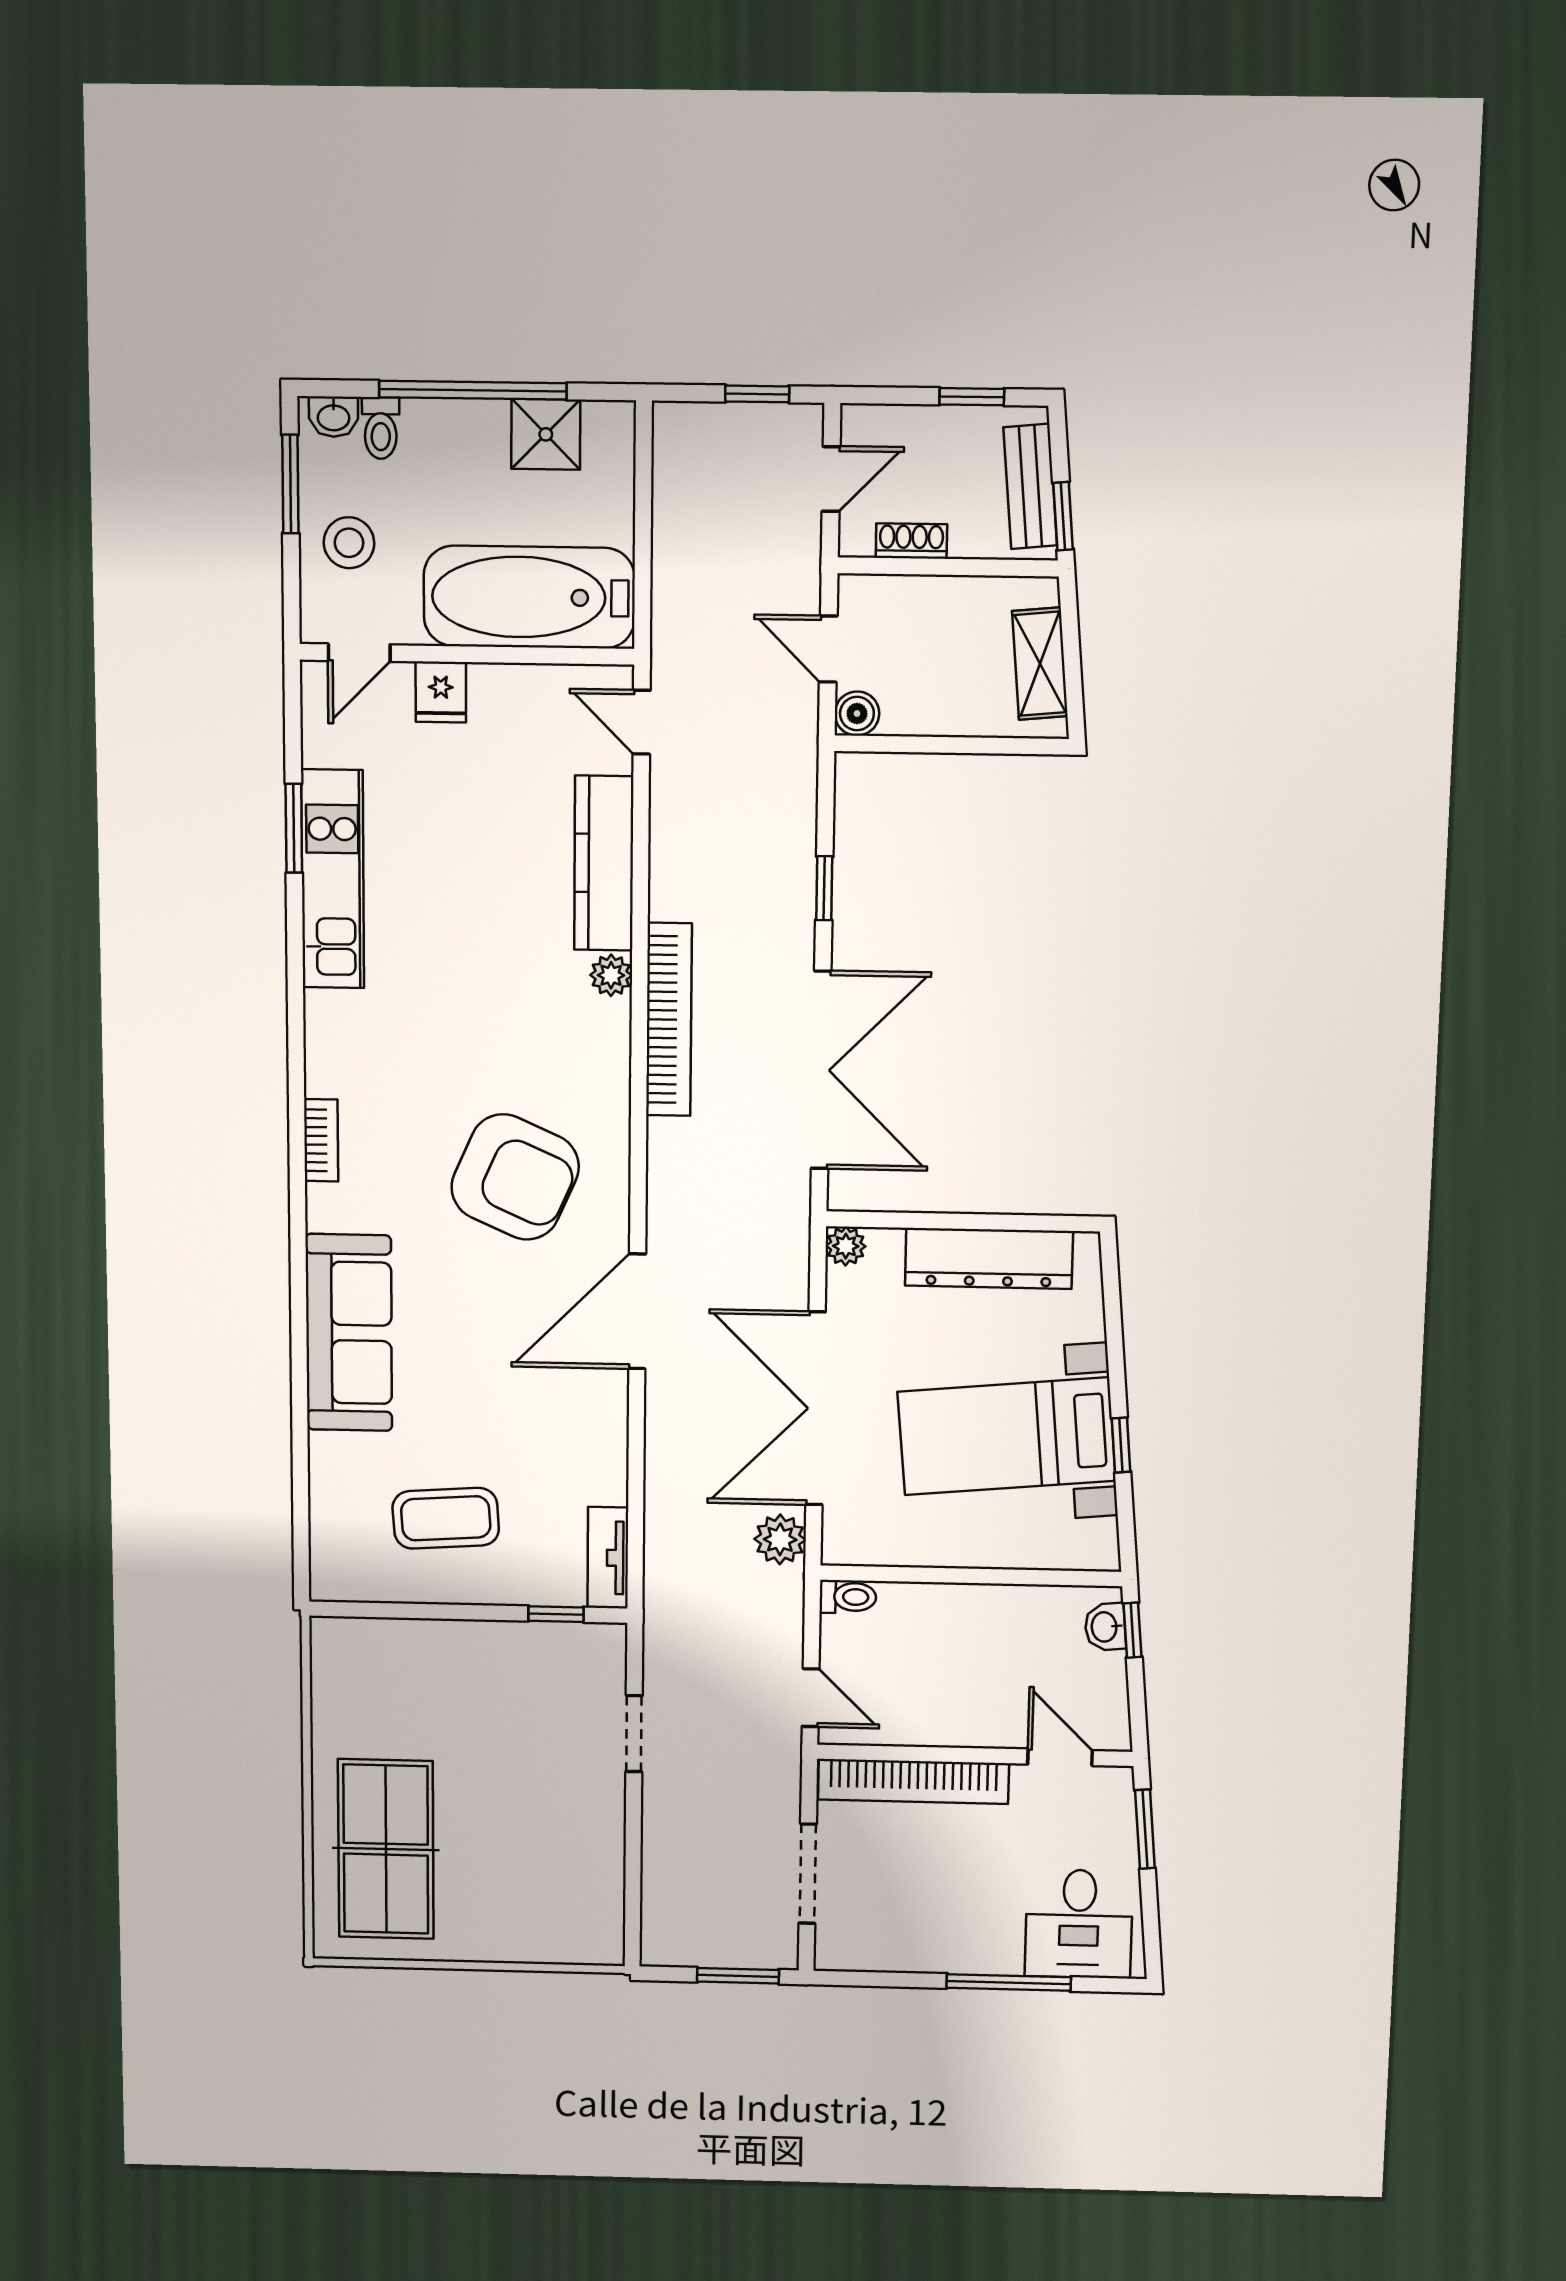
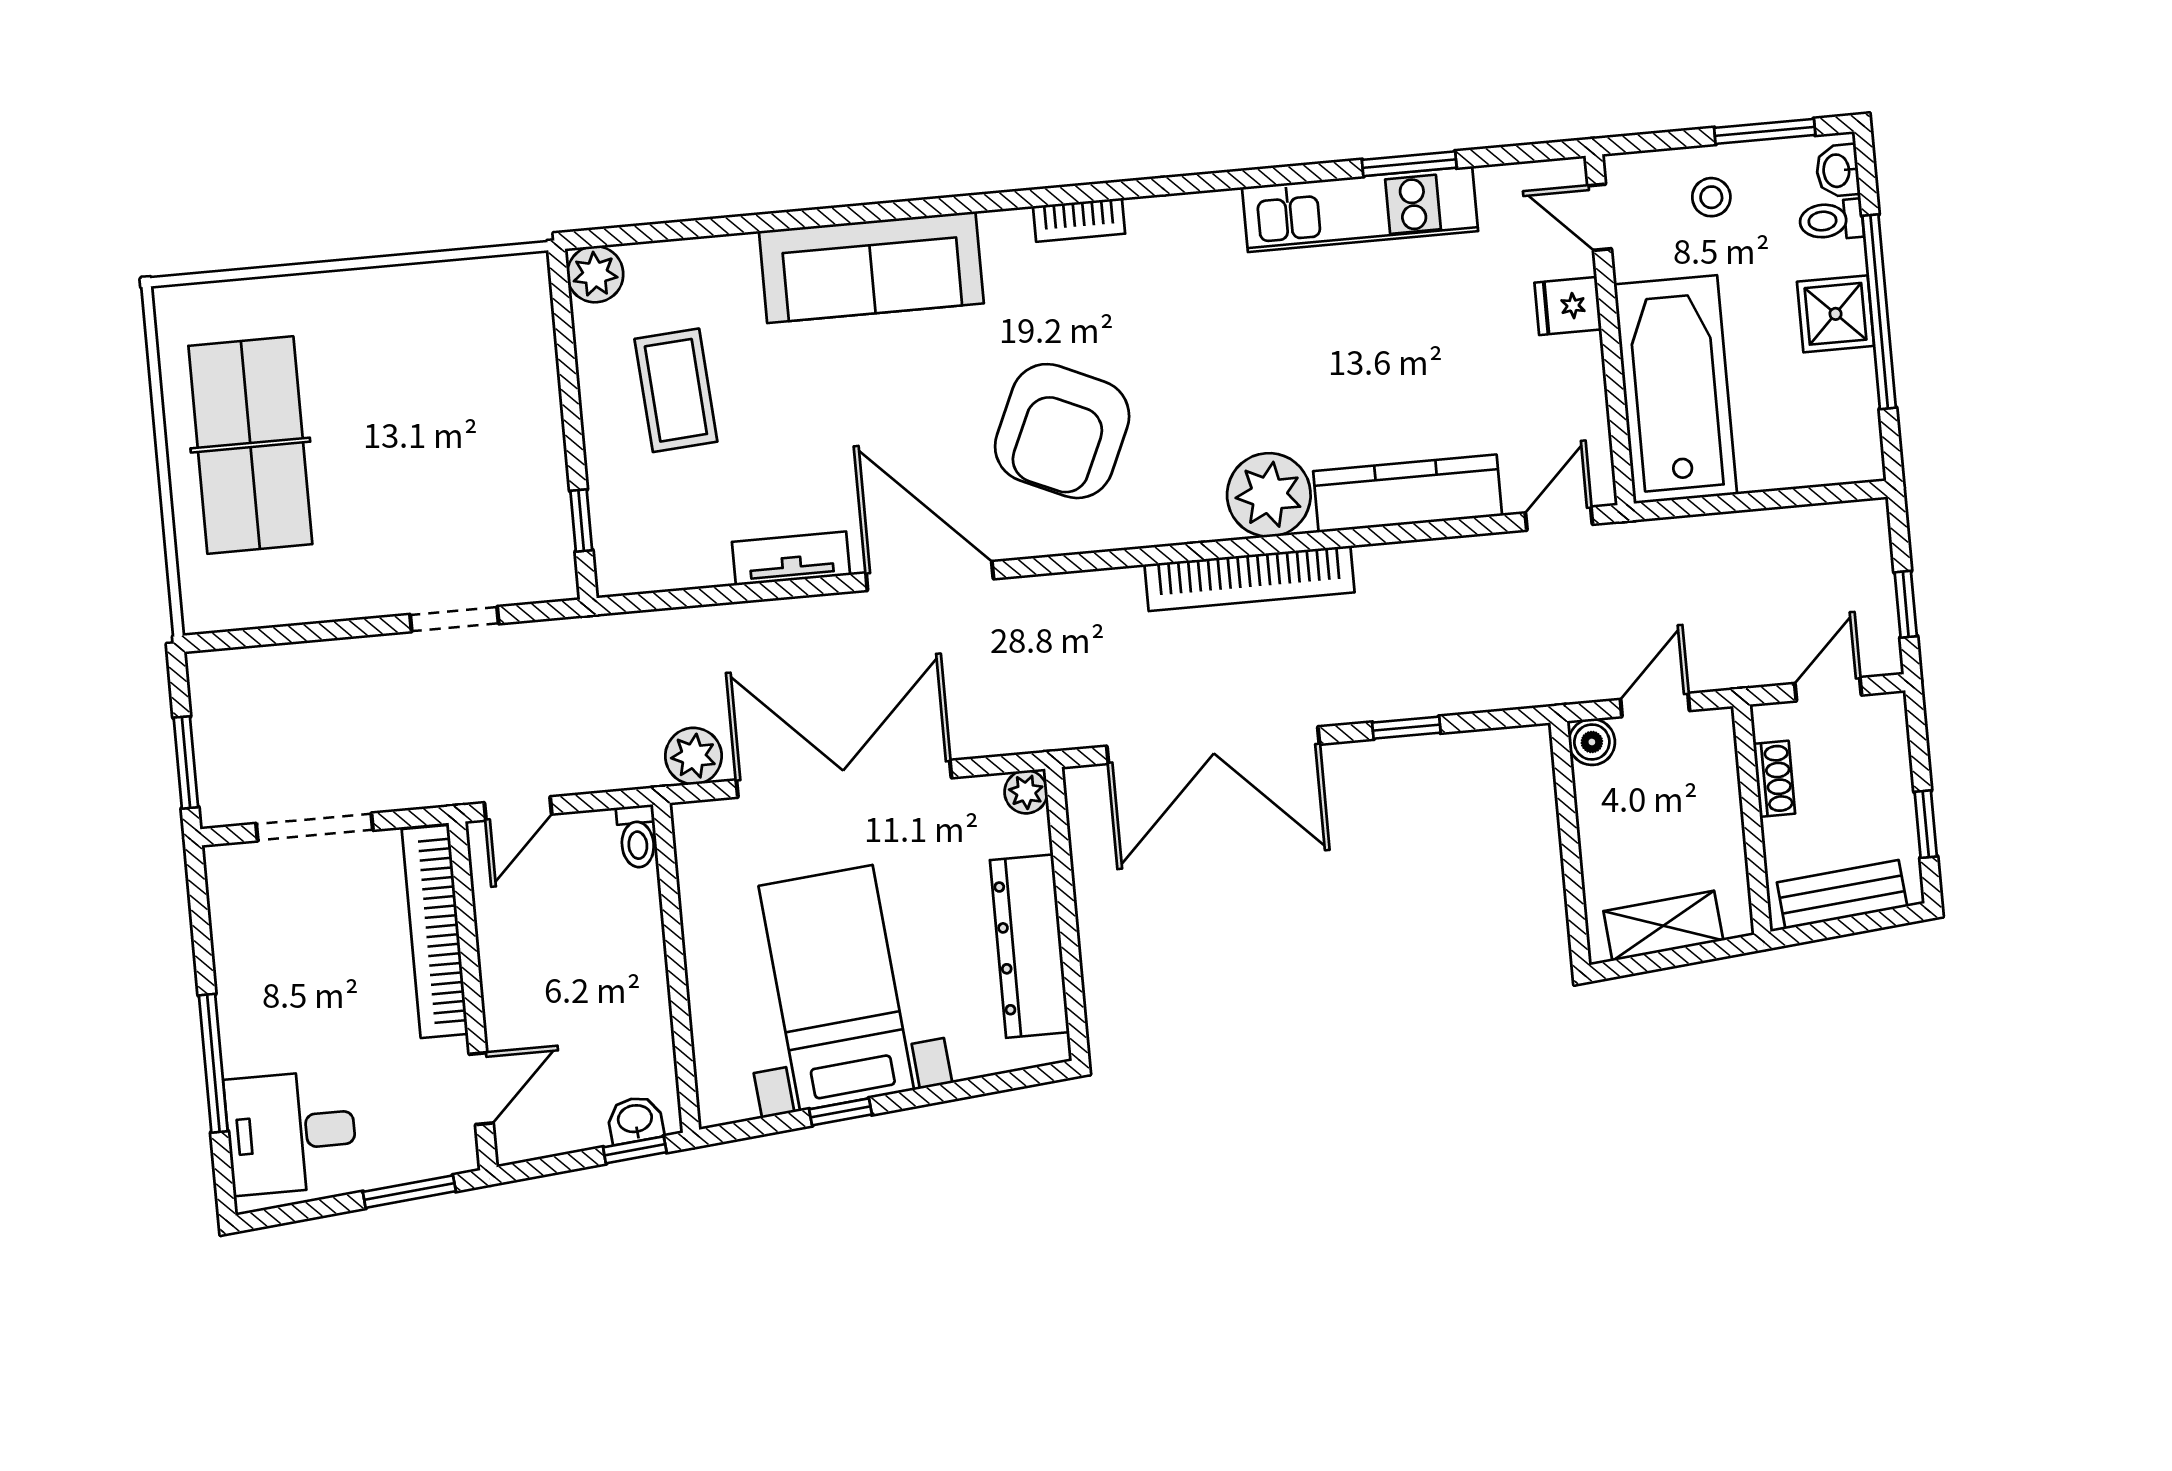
shower: (546, 434) -> (1836, 314), moved
door: (831, 479) -> (1828, 689), swing flipped
window: (1063, 516) -> (1816, 932), removed
stool: (349, 543) -> (1711, 197), width x0.73, depth x0.73
plant: (611, 975) -> (1269, 495), width x1.88, depth x1.88
tv unit: (608, 1558) -> (791, 558), moved
plant: (334, 1577) -> (595, 274), added
table tennis table: (386, 1849) -> (250, 445), moved, turned 90

